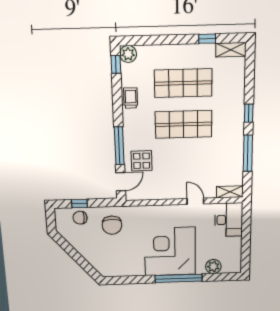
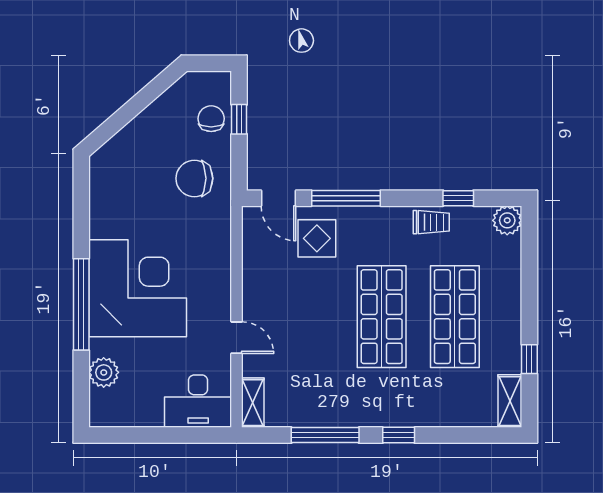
window: (116, 64) -> (458, 198), moved
door: (195, 201) -> (237, 338), hinge flipped

